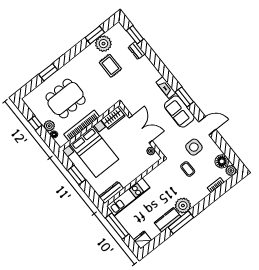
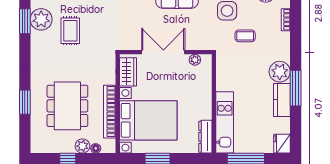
rug: (110, 66) -> (70, 31), turned 90

